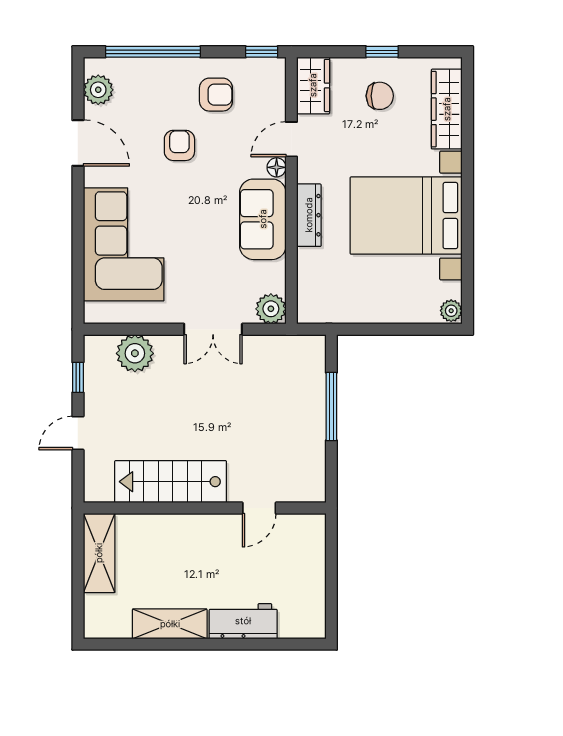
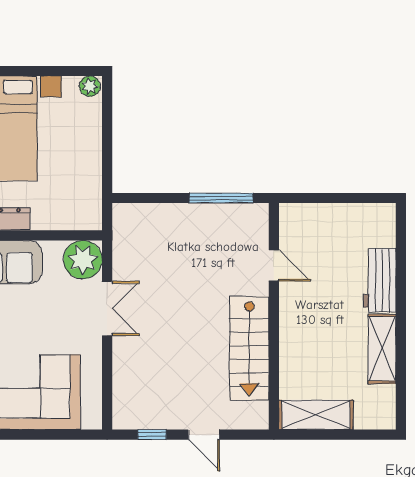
plant: (271, 309) -> (83, 260), width x1.36, depth x1.36
plant: (135, 353) -> (130, 381), removed
window: (331, 406) -> (221, 198), moved

